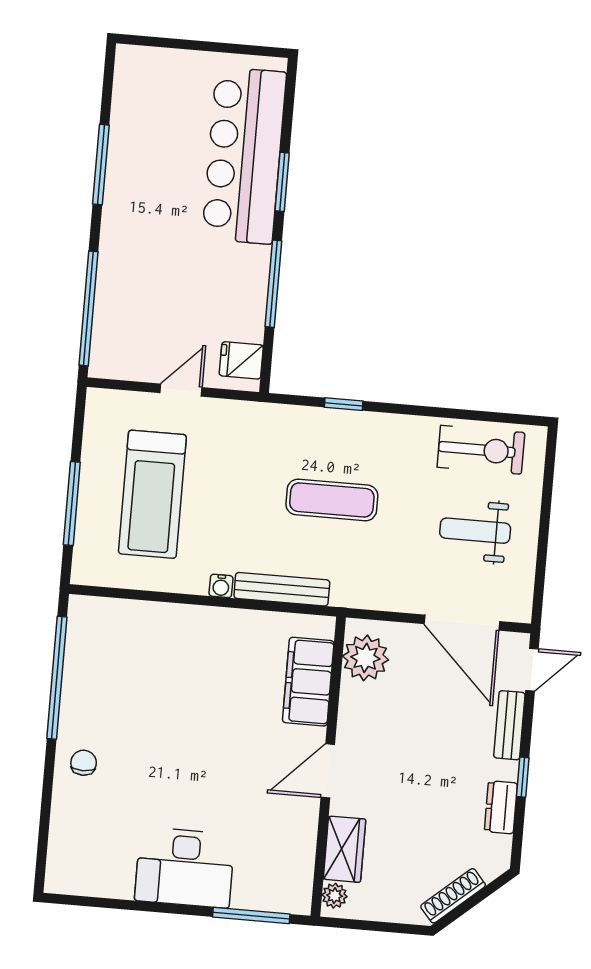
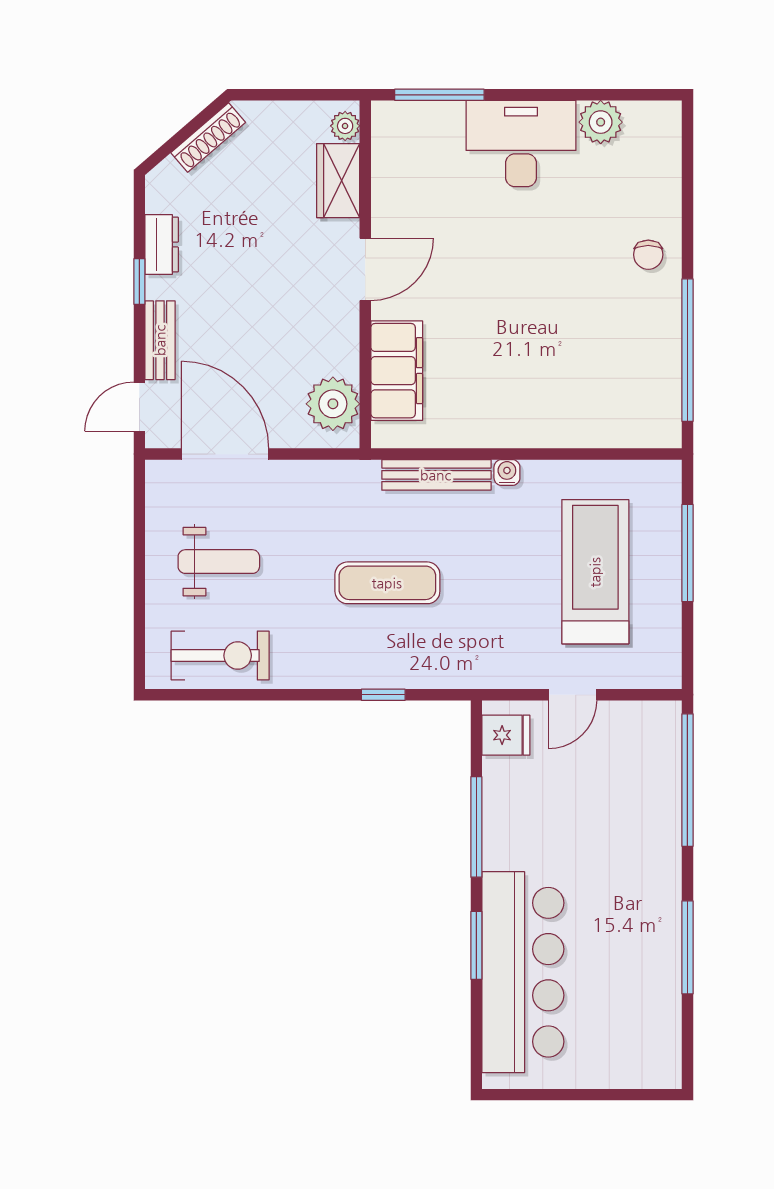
exercise bike: (481, 450) -> (220, 656), turned 180
plant: (115, 880) -> (601, 122), added

